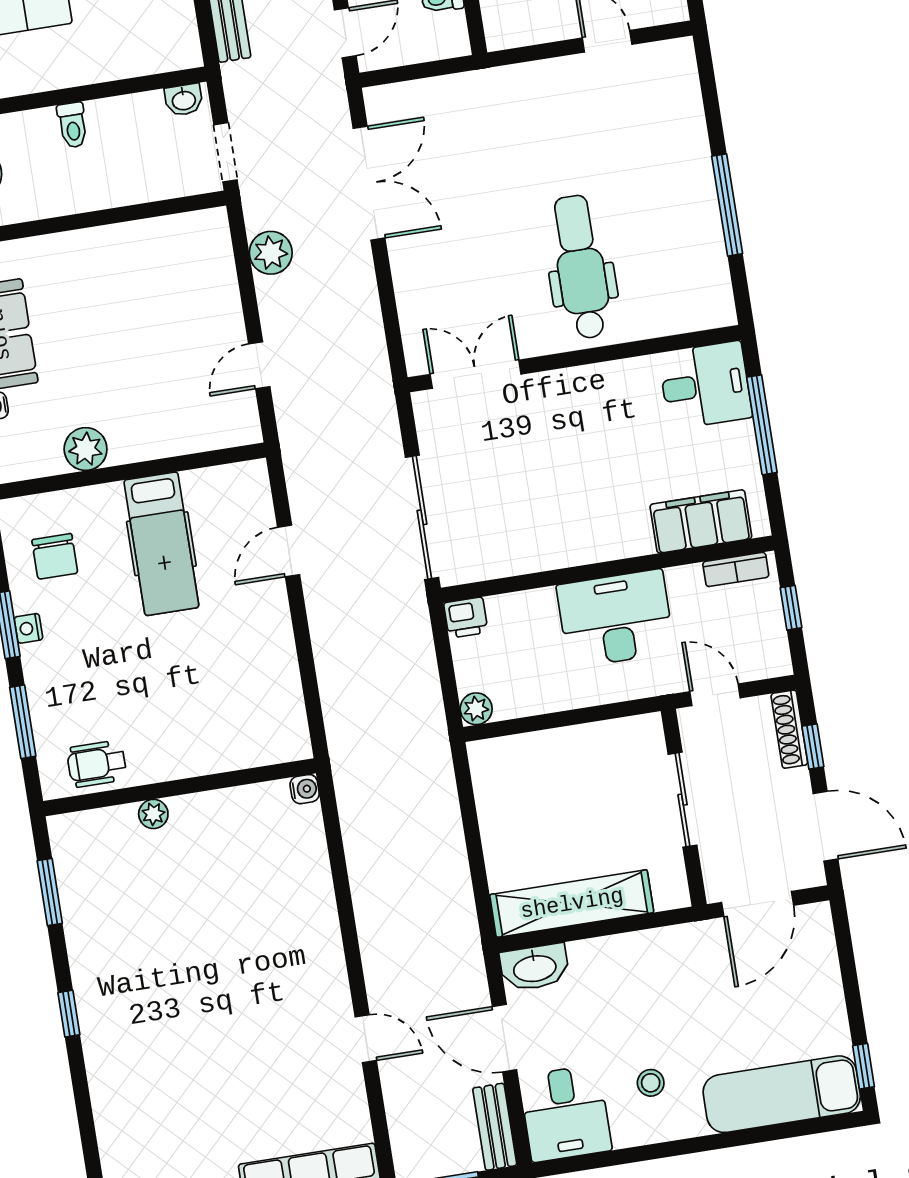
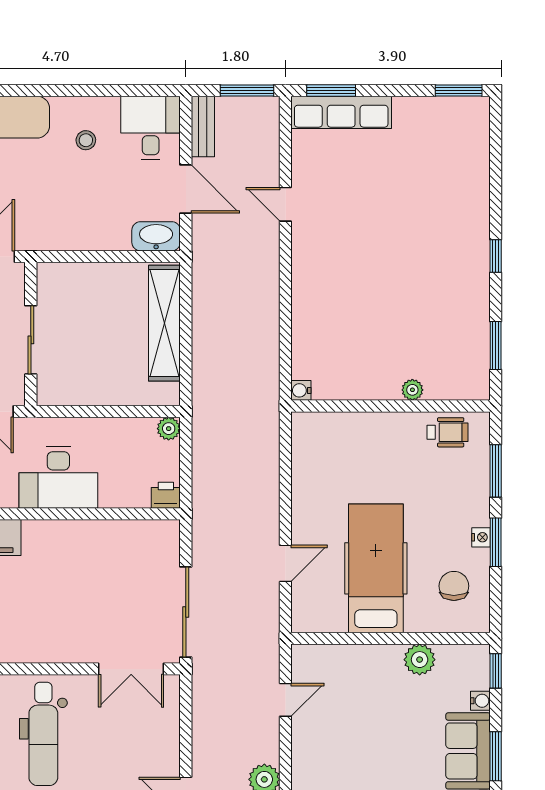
sliding door: (422, 517) -> (186, 612), moved
hospital bed: (161, 544) -> (376, 568), width x1.37, depth x1.29
shelving: (572, 904) -> (164, 323), moved, turned 90

